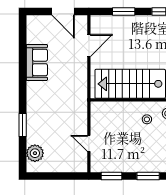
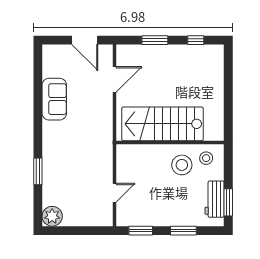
stool: (147, 119) -> (182, 165), width x1.89, depth x1.89
door: (89, 143) -> (115, 193), swing flipped
plant: (35, 153) -> (52, 216), moved

